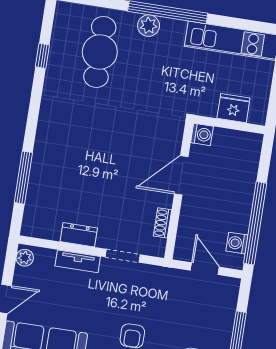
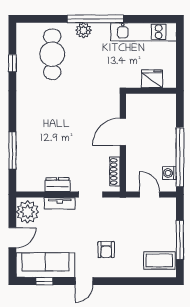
washing machine: (202, 134) -> (133, 101), removed
shoe rack: (162, 223) -> (115, 171), width x1.43
plant: (25, 258) -> (27, 212), width x1.87, depth x1.87

